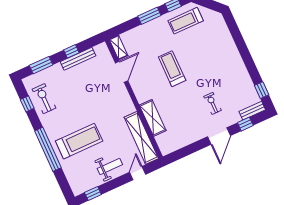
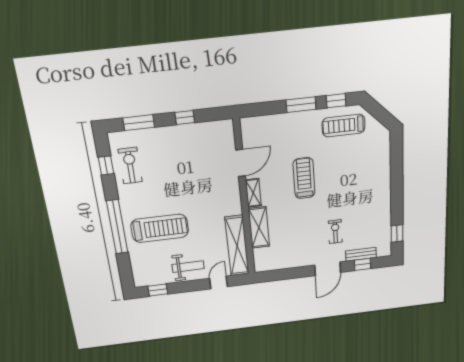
shelving: (119, 47) -> (253, 193), moved
bench: (78, 59) -> (190, 130), removed
bench: (252, 111) -> (361, 254), moved

